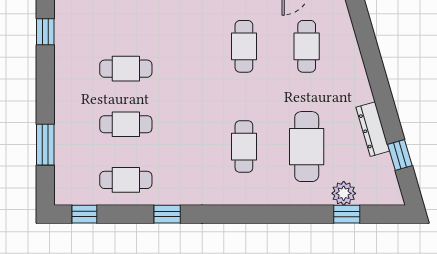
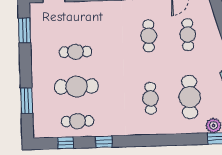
window: (45, 32) -> (25, 30), width x1.50
cafe table: (126, 124) -> (76, 87), width x1.37, depth x1.35
window: (84, 214) -> (66, 143), moved

